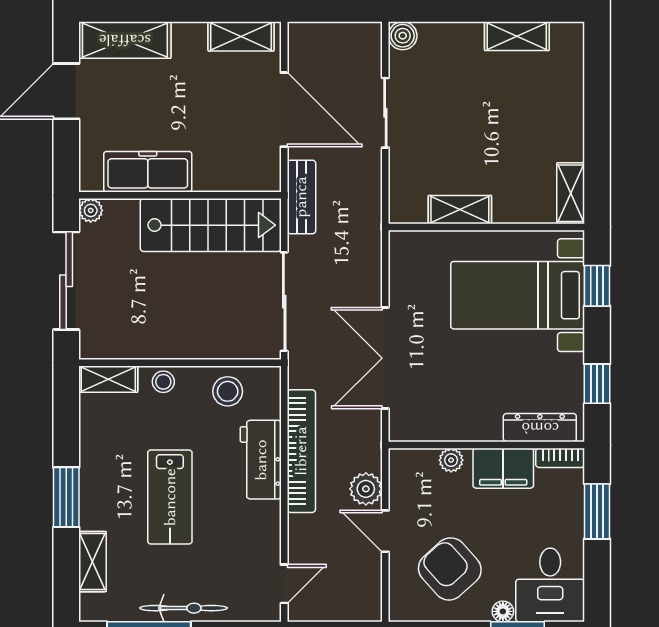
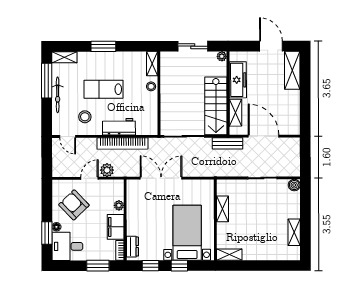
shelving: (241, 36) -> (236, 113), moved
door: (284, 110) -> (264, 136), swing flipped
sliding door: (66, 281) -> (193, 46), width x0.73
window: (597, 286) -> (179, 266), moved
stool: (228, 391) -> (85, 117), moved
dresser: (540, 428) -> (132, 247), width x0.70
shelving: (92, 562) -> (64, 57), moved
armchair: (450, 569) -> (74, 205), turned -92

